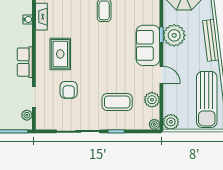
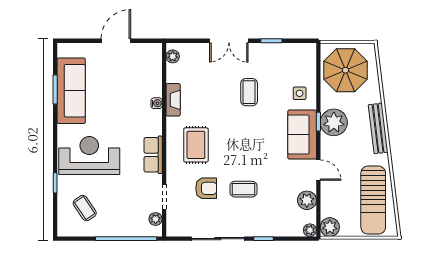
side table: (146, 11) -> (300, 93), added
armchair: (69, 90) -> (206, 188), turned -90
coffee table: (117, 102) -> (243, 189), moved, width x0.73, depth x0.77

